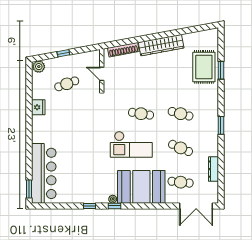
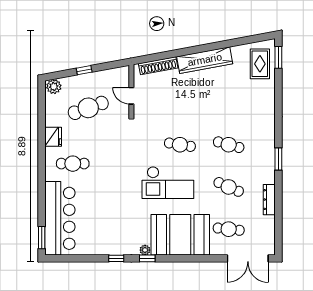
rug: (204, 67) -> (260, 64), moved, width x0.73, depth x0.70
window: (221, 70) -> (278, 57), moved
cafe table: (67, 84) -> (88, 108), width x1.37, depth x1.35
cafe table: (54, 129) -> (73, 164), added
dresser: (213, 169) -> (269, 200), moved

